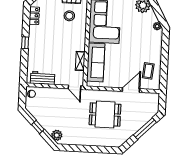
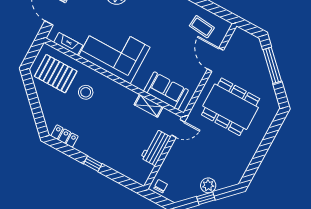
sofa: (96, 62) -> (166, 91), width x0.73
workbench: (43, 78) -> (156, 147), moved
dining table: (105, 114) -> (231, 107), width x1.38
plant: (57, 135) -> (208, 185), moved

